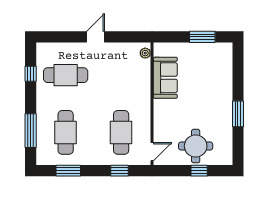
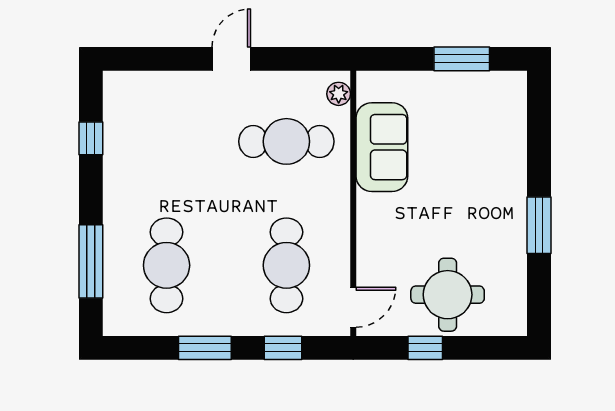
cafe table: (66, 75) -> (286, 141), moved
window: (68, 171) -> (205, 348), moved
window: (199, 171) -> (425, 348), moved

